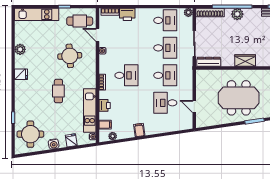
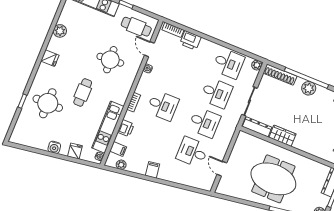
wardrobe: (245, 60) -> (282, 136), moved
round table: (30, 134) -> (48, 103), moved

